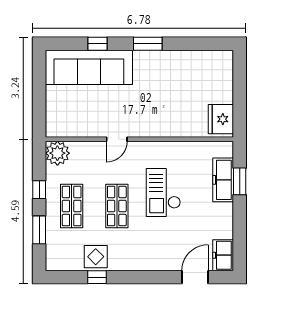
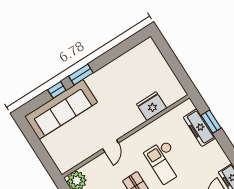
window: (148, 44) -> (81, 74), moved
fridge: (221, 119) -> (152, 106), moved, turned 90

